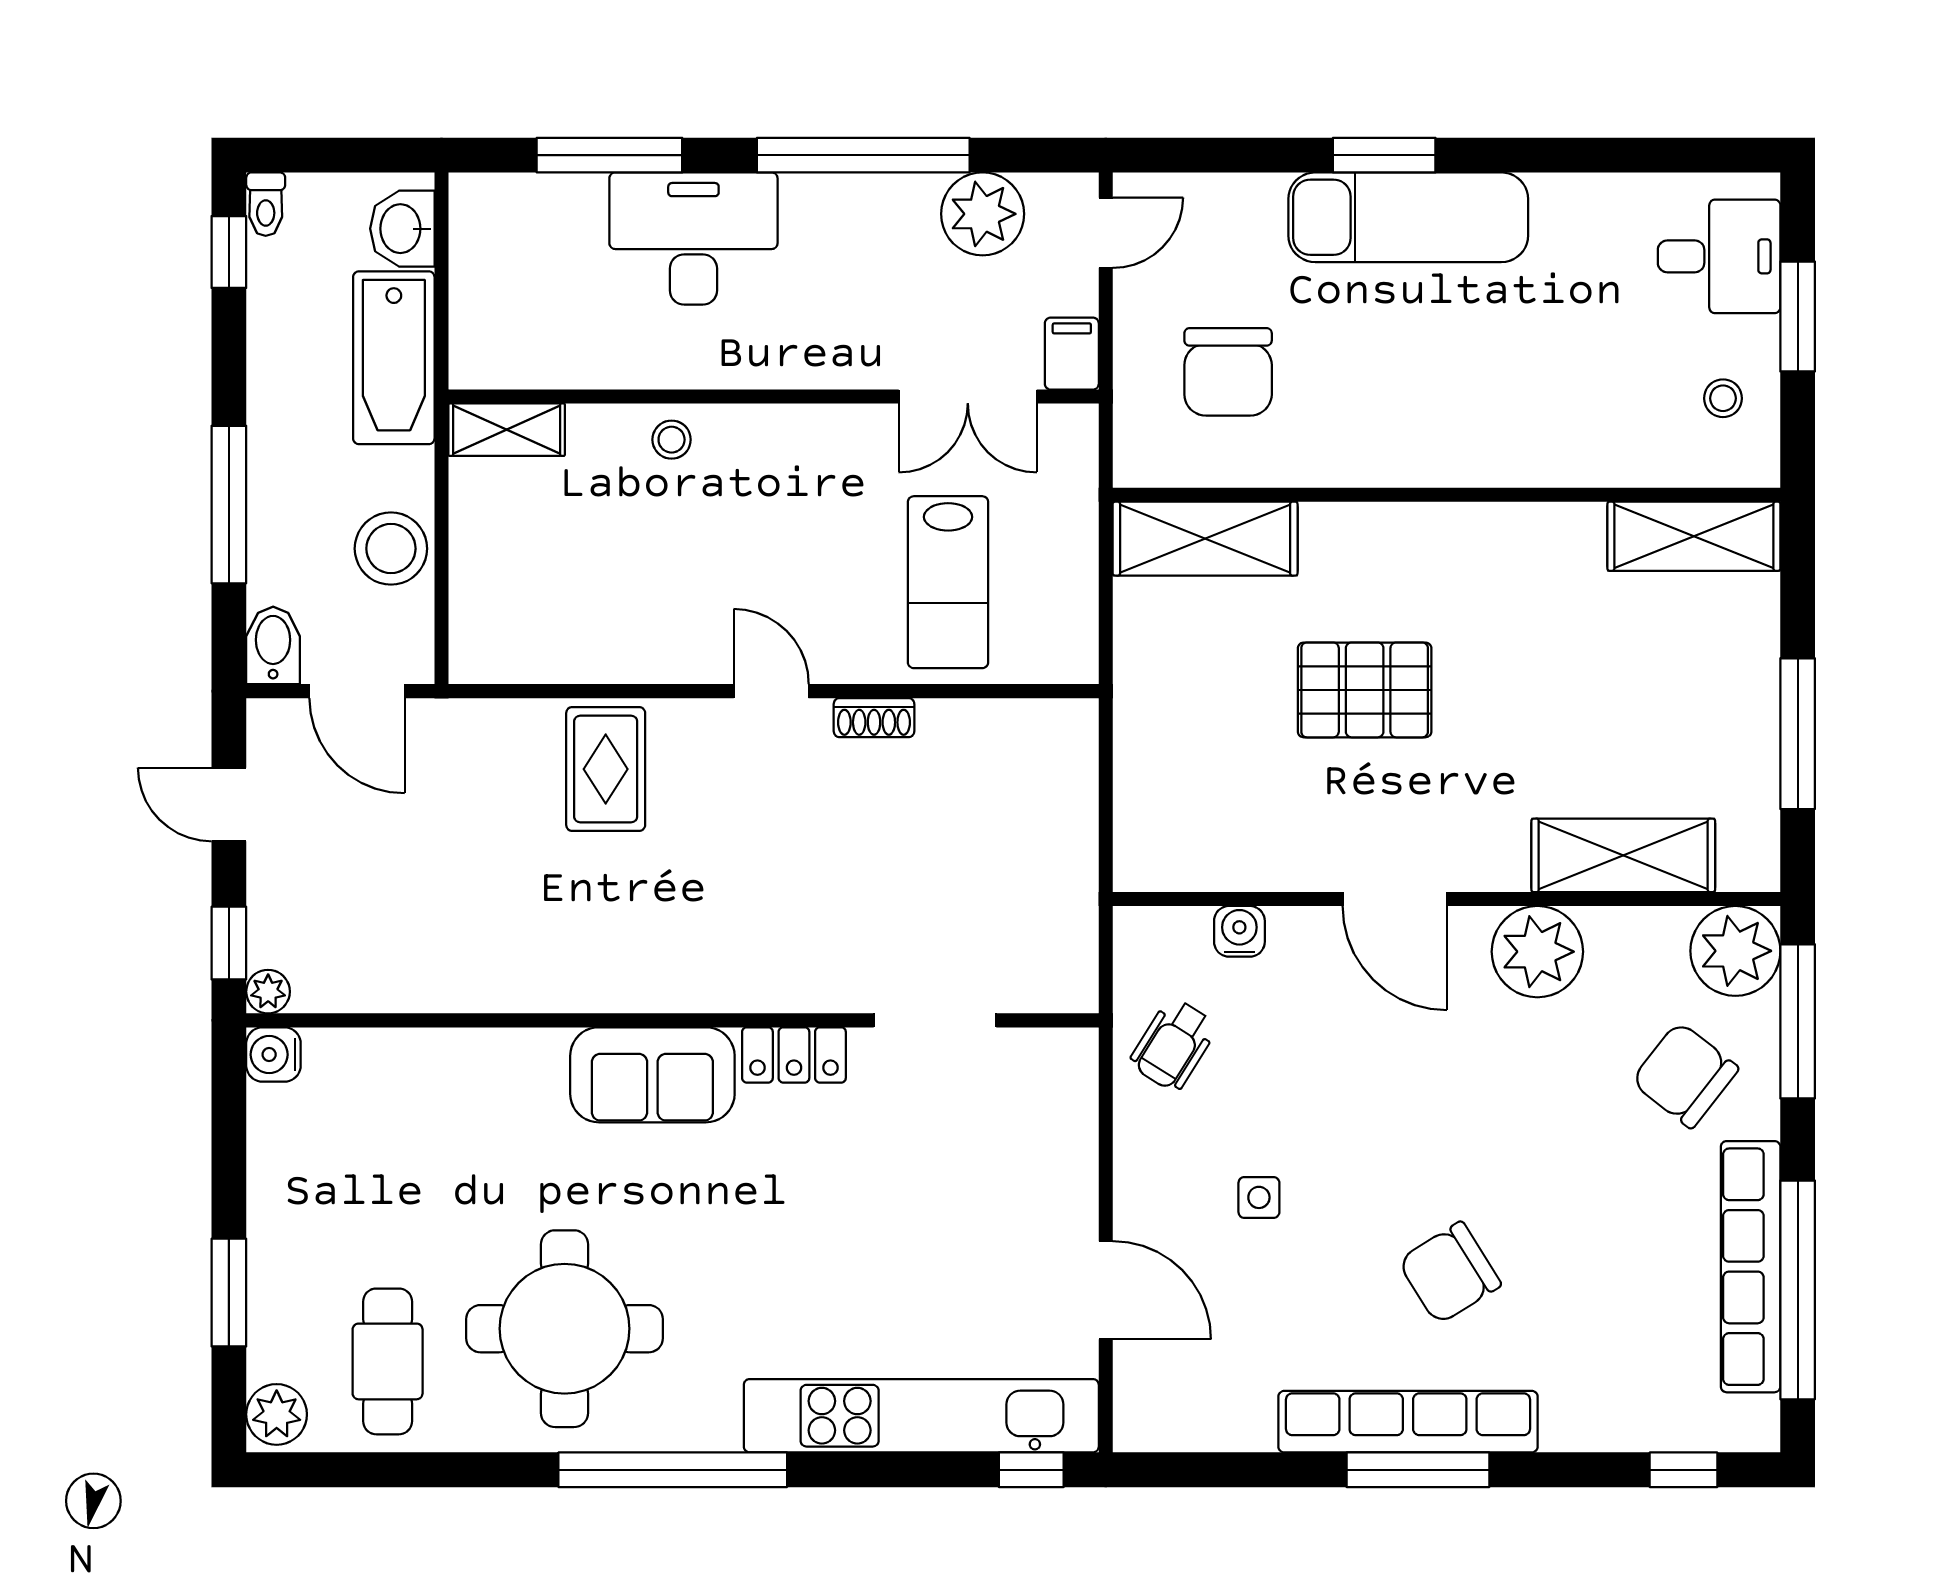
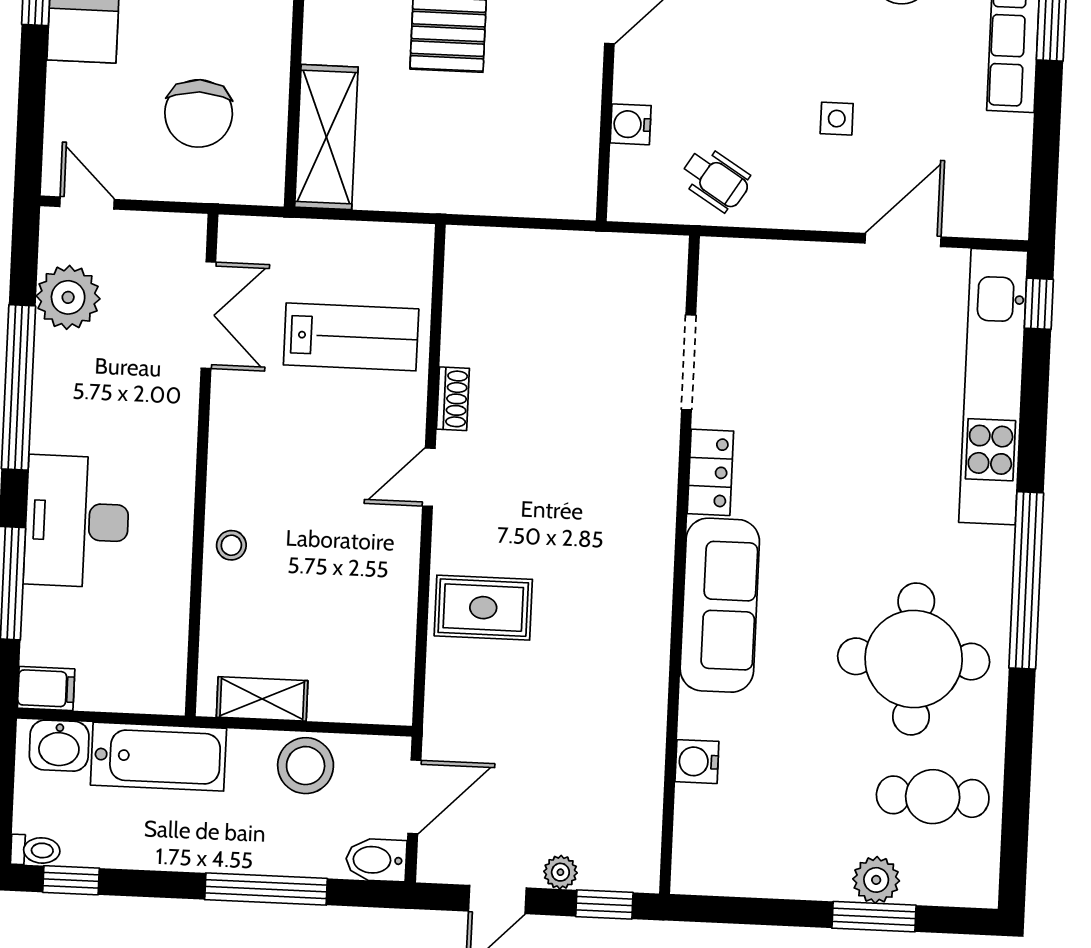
filing cabinet: (1072, 354) -> (46, 689), moved, turned 180
chair: (1228, 372) -> (199, 113), turned 90
shelving: (507, 430) -> (262, 699), moved, turned 90
plant: (268, 992) -> (560, 872), moved
water cooler: (273, 1055) -> (697, 762), moved, turned 90
sofa: (652, 1075) -> (720, 605), width x1.36
plant: (277, 1414) -> (876, 880), moved

